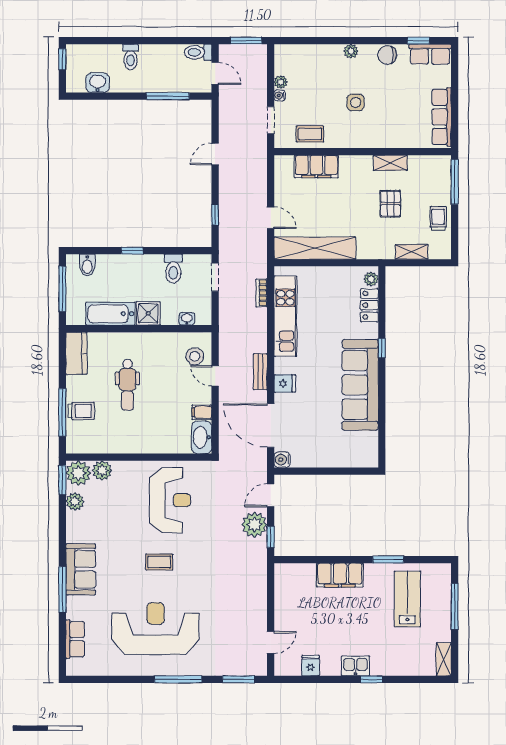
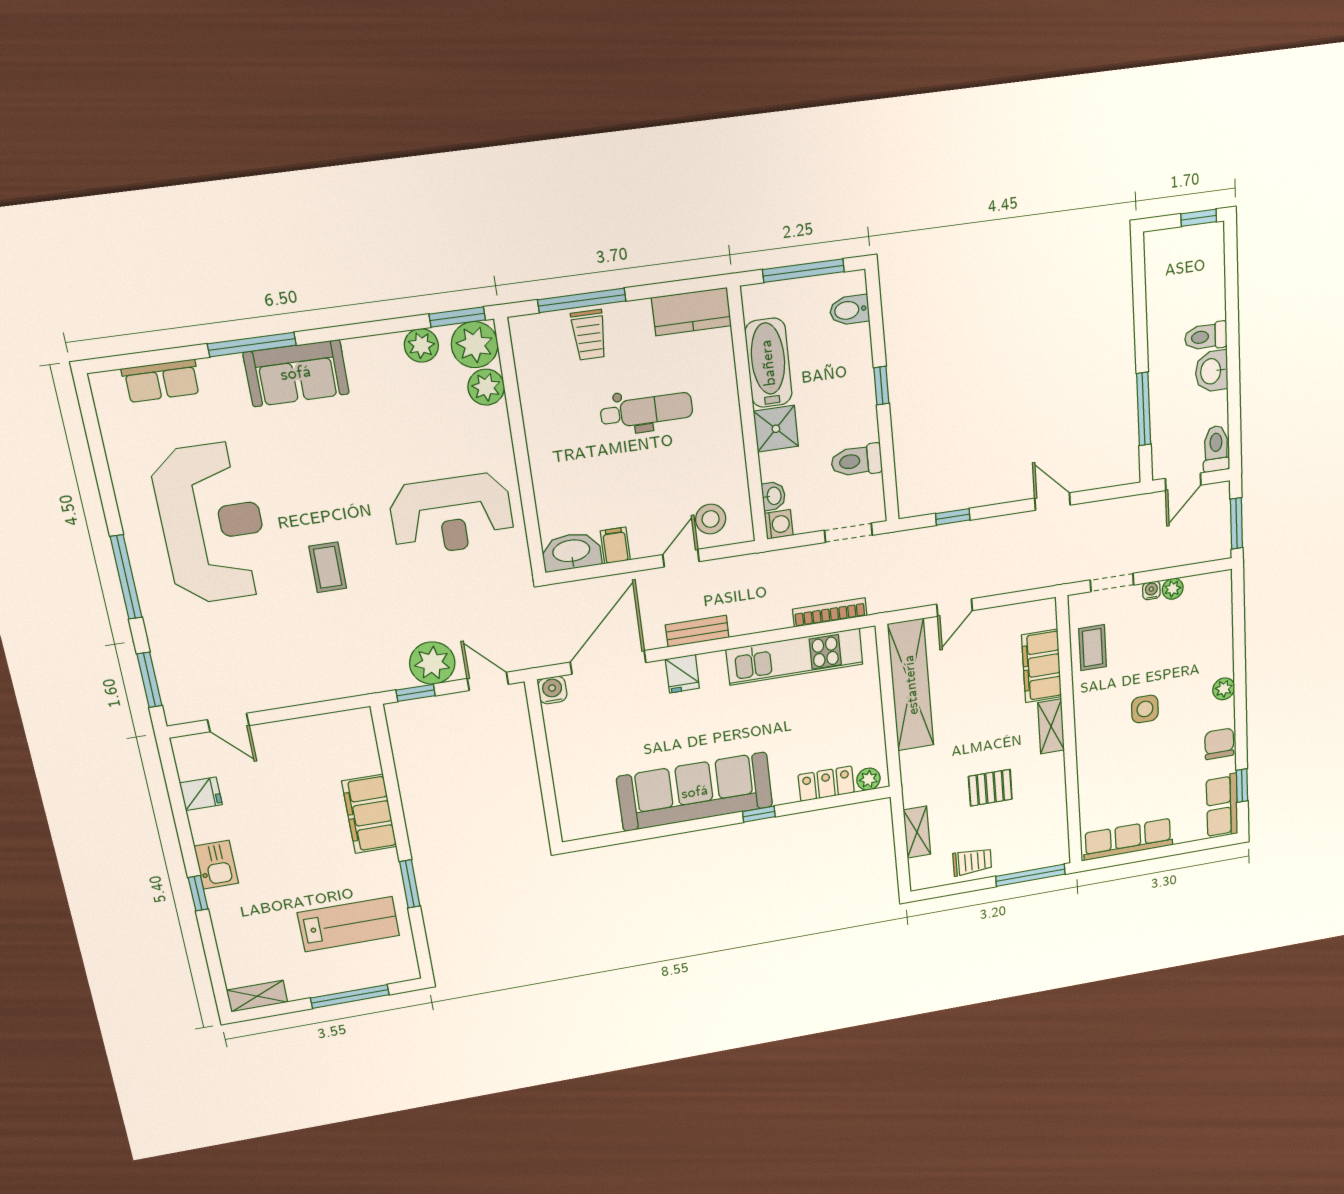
washbasin: (98, 83) -> (1212, 371), moved, turned 180
shelving: (390, 163) -> (1051, 726), moved
bookcase: (262, 293) -> (830, 612), width x1.56
washing machine: (204, 317) -> (779, 524), added
dental chair: (127, 385) -> (647, 410), turned 180
coffee table: (159, 562) -> (328, 567), moved

